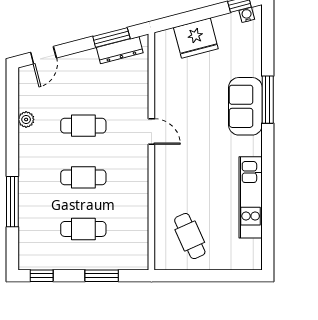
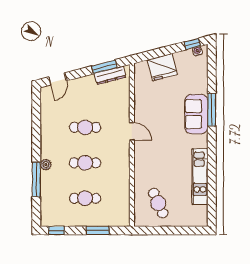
plant: (26, 119) -> (46, 165), moved

